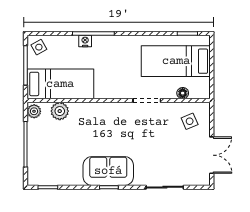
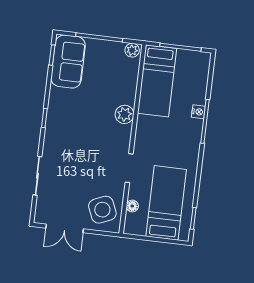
side table: (39, 47) -> (198, 63), removed
plant: (60, 111) -> (125, 114), moved
side table: (190, 121) -> (102, 210), width x1.87, depth x1.87
sofa: (108, 171) -> (68, 62), moved

